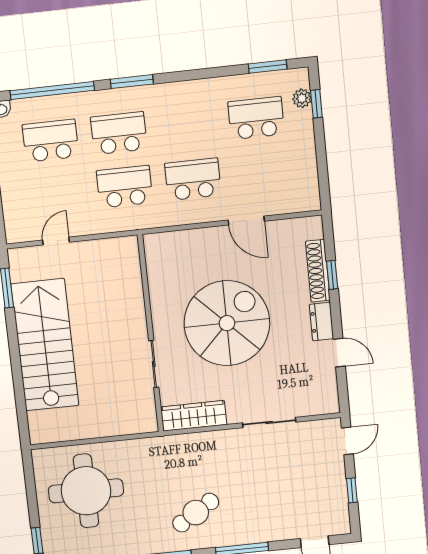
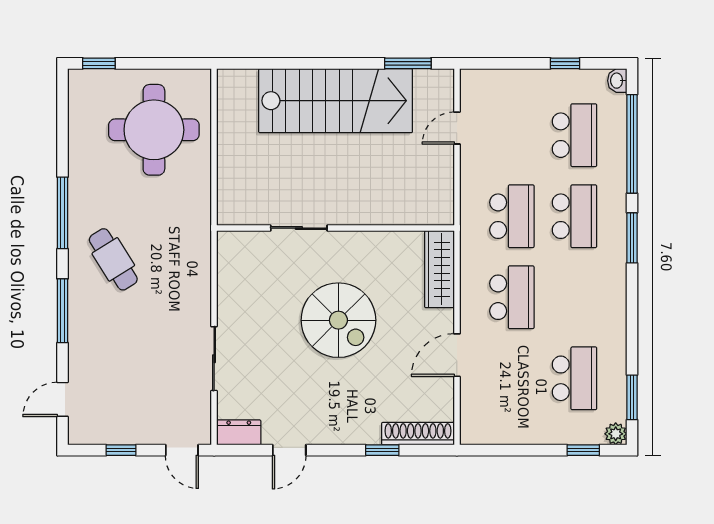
plant: (302, 98) -> (616, 434), moved
door: (56, 241) -> (457, 128), swing flipped
shoe rack: (318, 271) -> (418, 434), moved
dresser: (321, 322) -> (239, 432), moved
spiral stairs: (227, 323) -> (338, 320), width x0.73, depth x0.73
wardrobe: (194, 416) -> (439, 269), moved, turned 180

